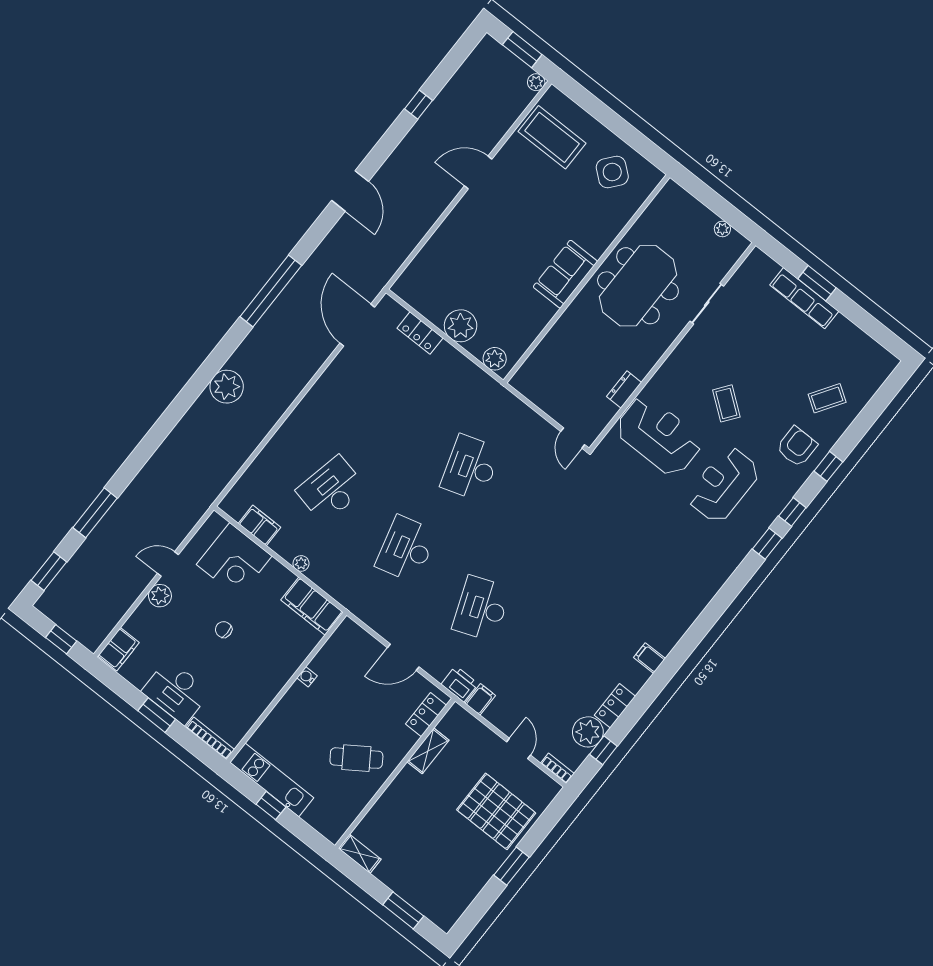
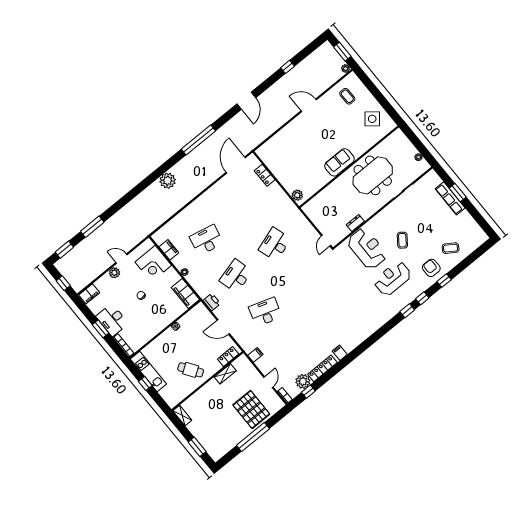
coffee table: (552, 137) -> (347, 96), width x0.54, depth x0.58
plant: (461, 326) -> (285, 176), removed
armchair: (797, 447) -> (431, 268), turned -90
desk: (481, 608) -> (265, 312), turned 39
printer: (460, 684) -> (212, 302), moved
locker: (615, 706) -> (322, 368), width x1.53
window: (512, 866) -> (253, 437), width x2.11

